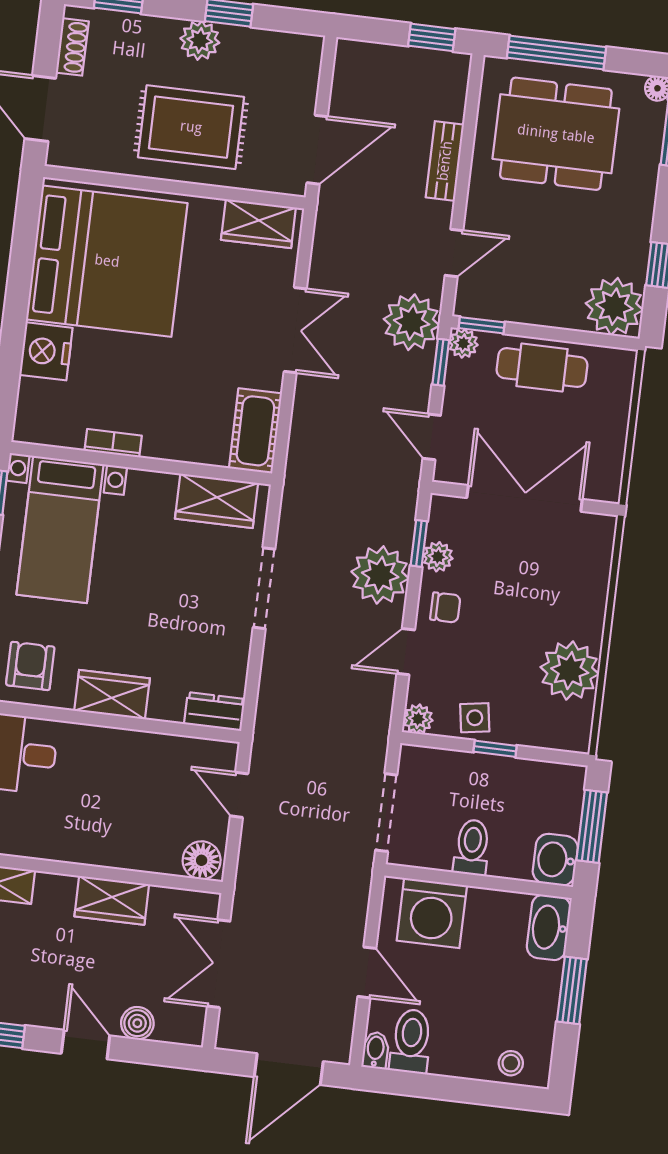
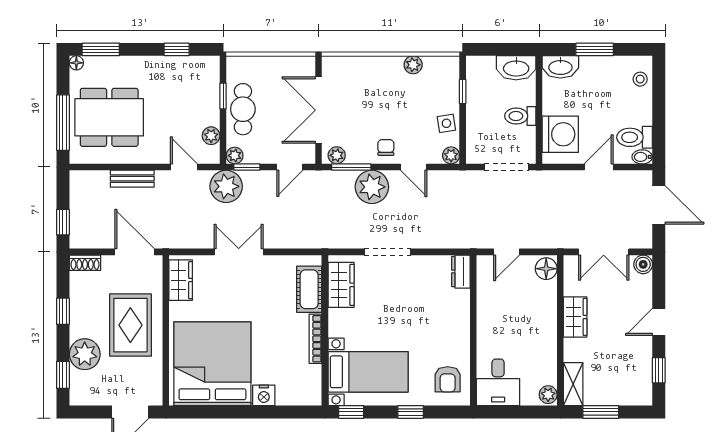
window: (432, 37) -> (63, 222), moved
plant: (200, 40) -> (85, 354), moved, width x1.36, depth x1.36
shoe rack: (72, 47) -> (85, 263), moved, turned 180
dining table: (556, 134) -> (109, 117), turned 90
plant: (614, 307) -> (211, 136), moved, width x0.53, depth x0.53
window: (482, 325) -> (223, 96), moved
nightstand: (46, 351) -> (264, 395), width x0.74, depth x0.75
cot: (255, 431) -> (309, 289), moved, turned 90
bookcase: (113, 443) -> (315, 339), width x1.56
window: (419, 543) -> (351, 167), width x1.50
plant: (438, 557) -> (337, 155), moved
armchair: (30, 666) -> (448, 379), turned -90
plant: (570, 671) -> (413, 65), width x0.53, depth x0.53
wardrobe: (112, 695) -> (458, 331), removed
window: (495, 749) -> (463, 92), moved
window: (592, 826) -> (500, 49), removed
washbasin: (555, 860) -> (516, 68), width x1.38
boiler: (137, 1023) -> (643, 264), moved

